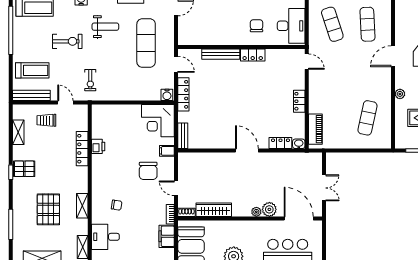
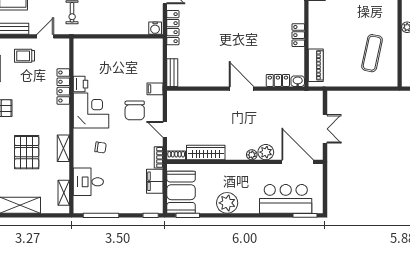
door: (65, 103) -> (45, 36), hinge flipped
corner desk: (158, 121) -> (91, 111), moved, turned 180

